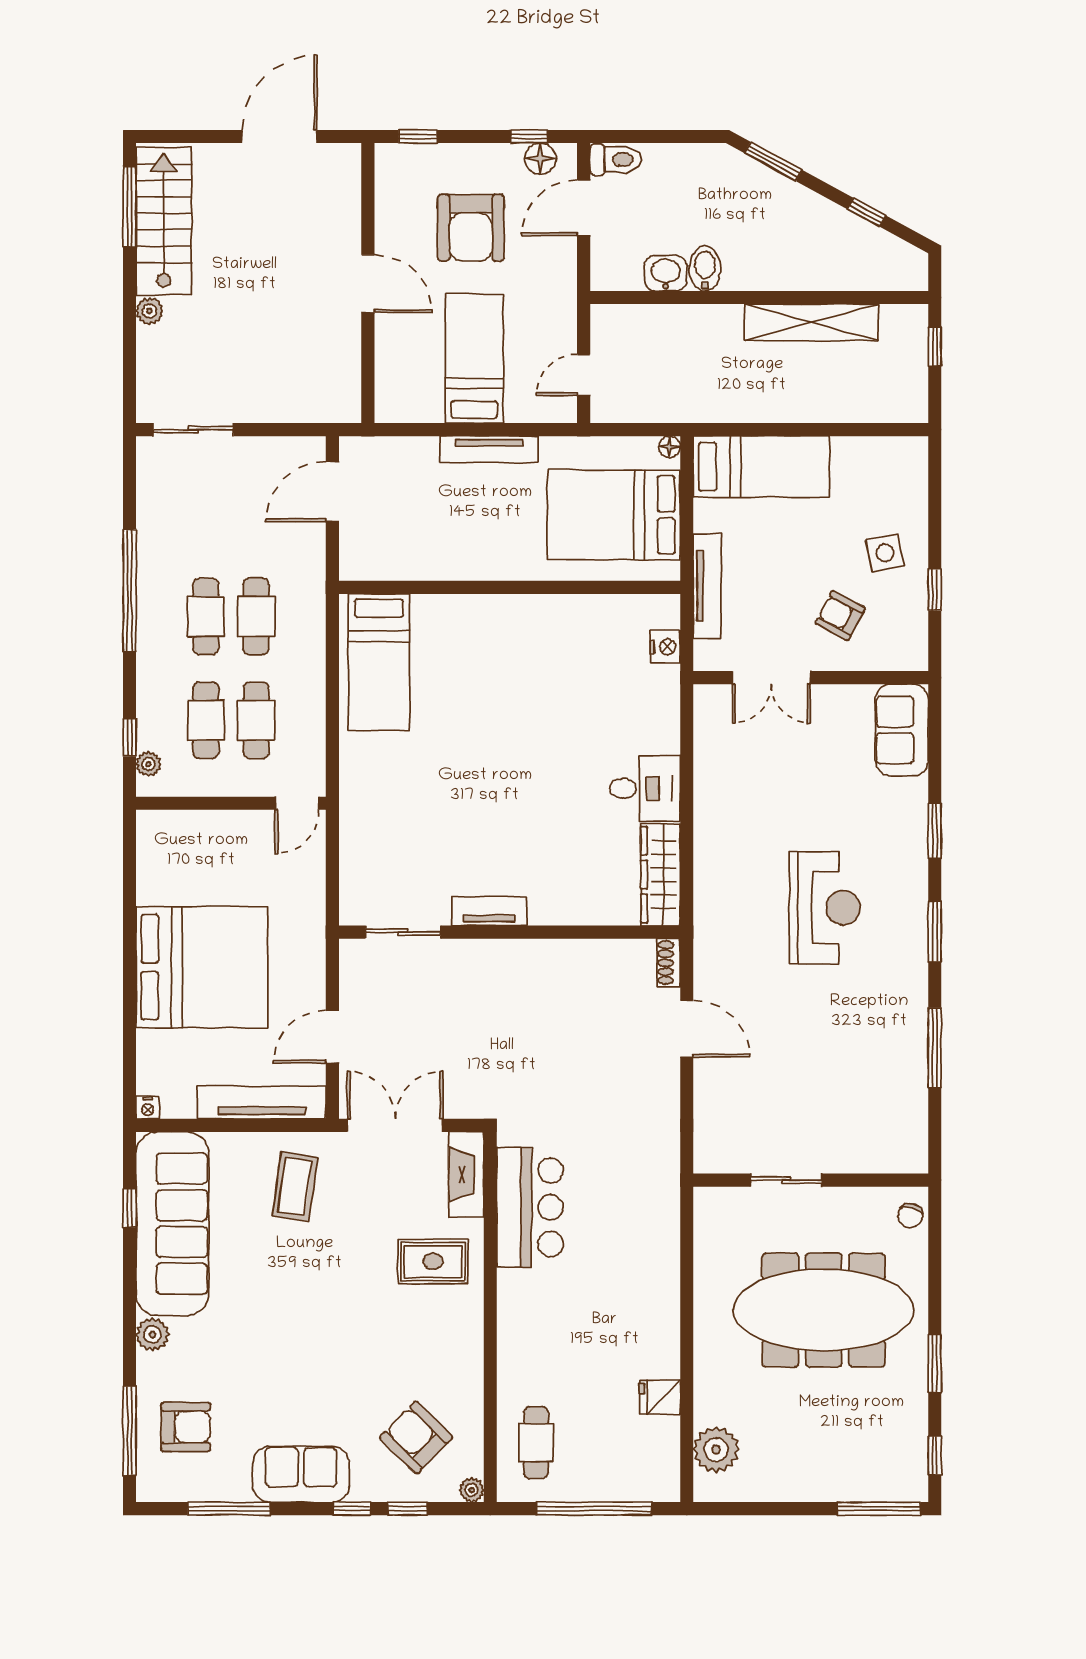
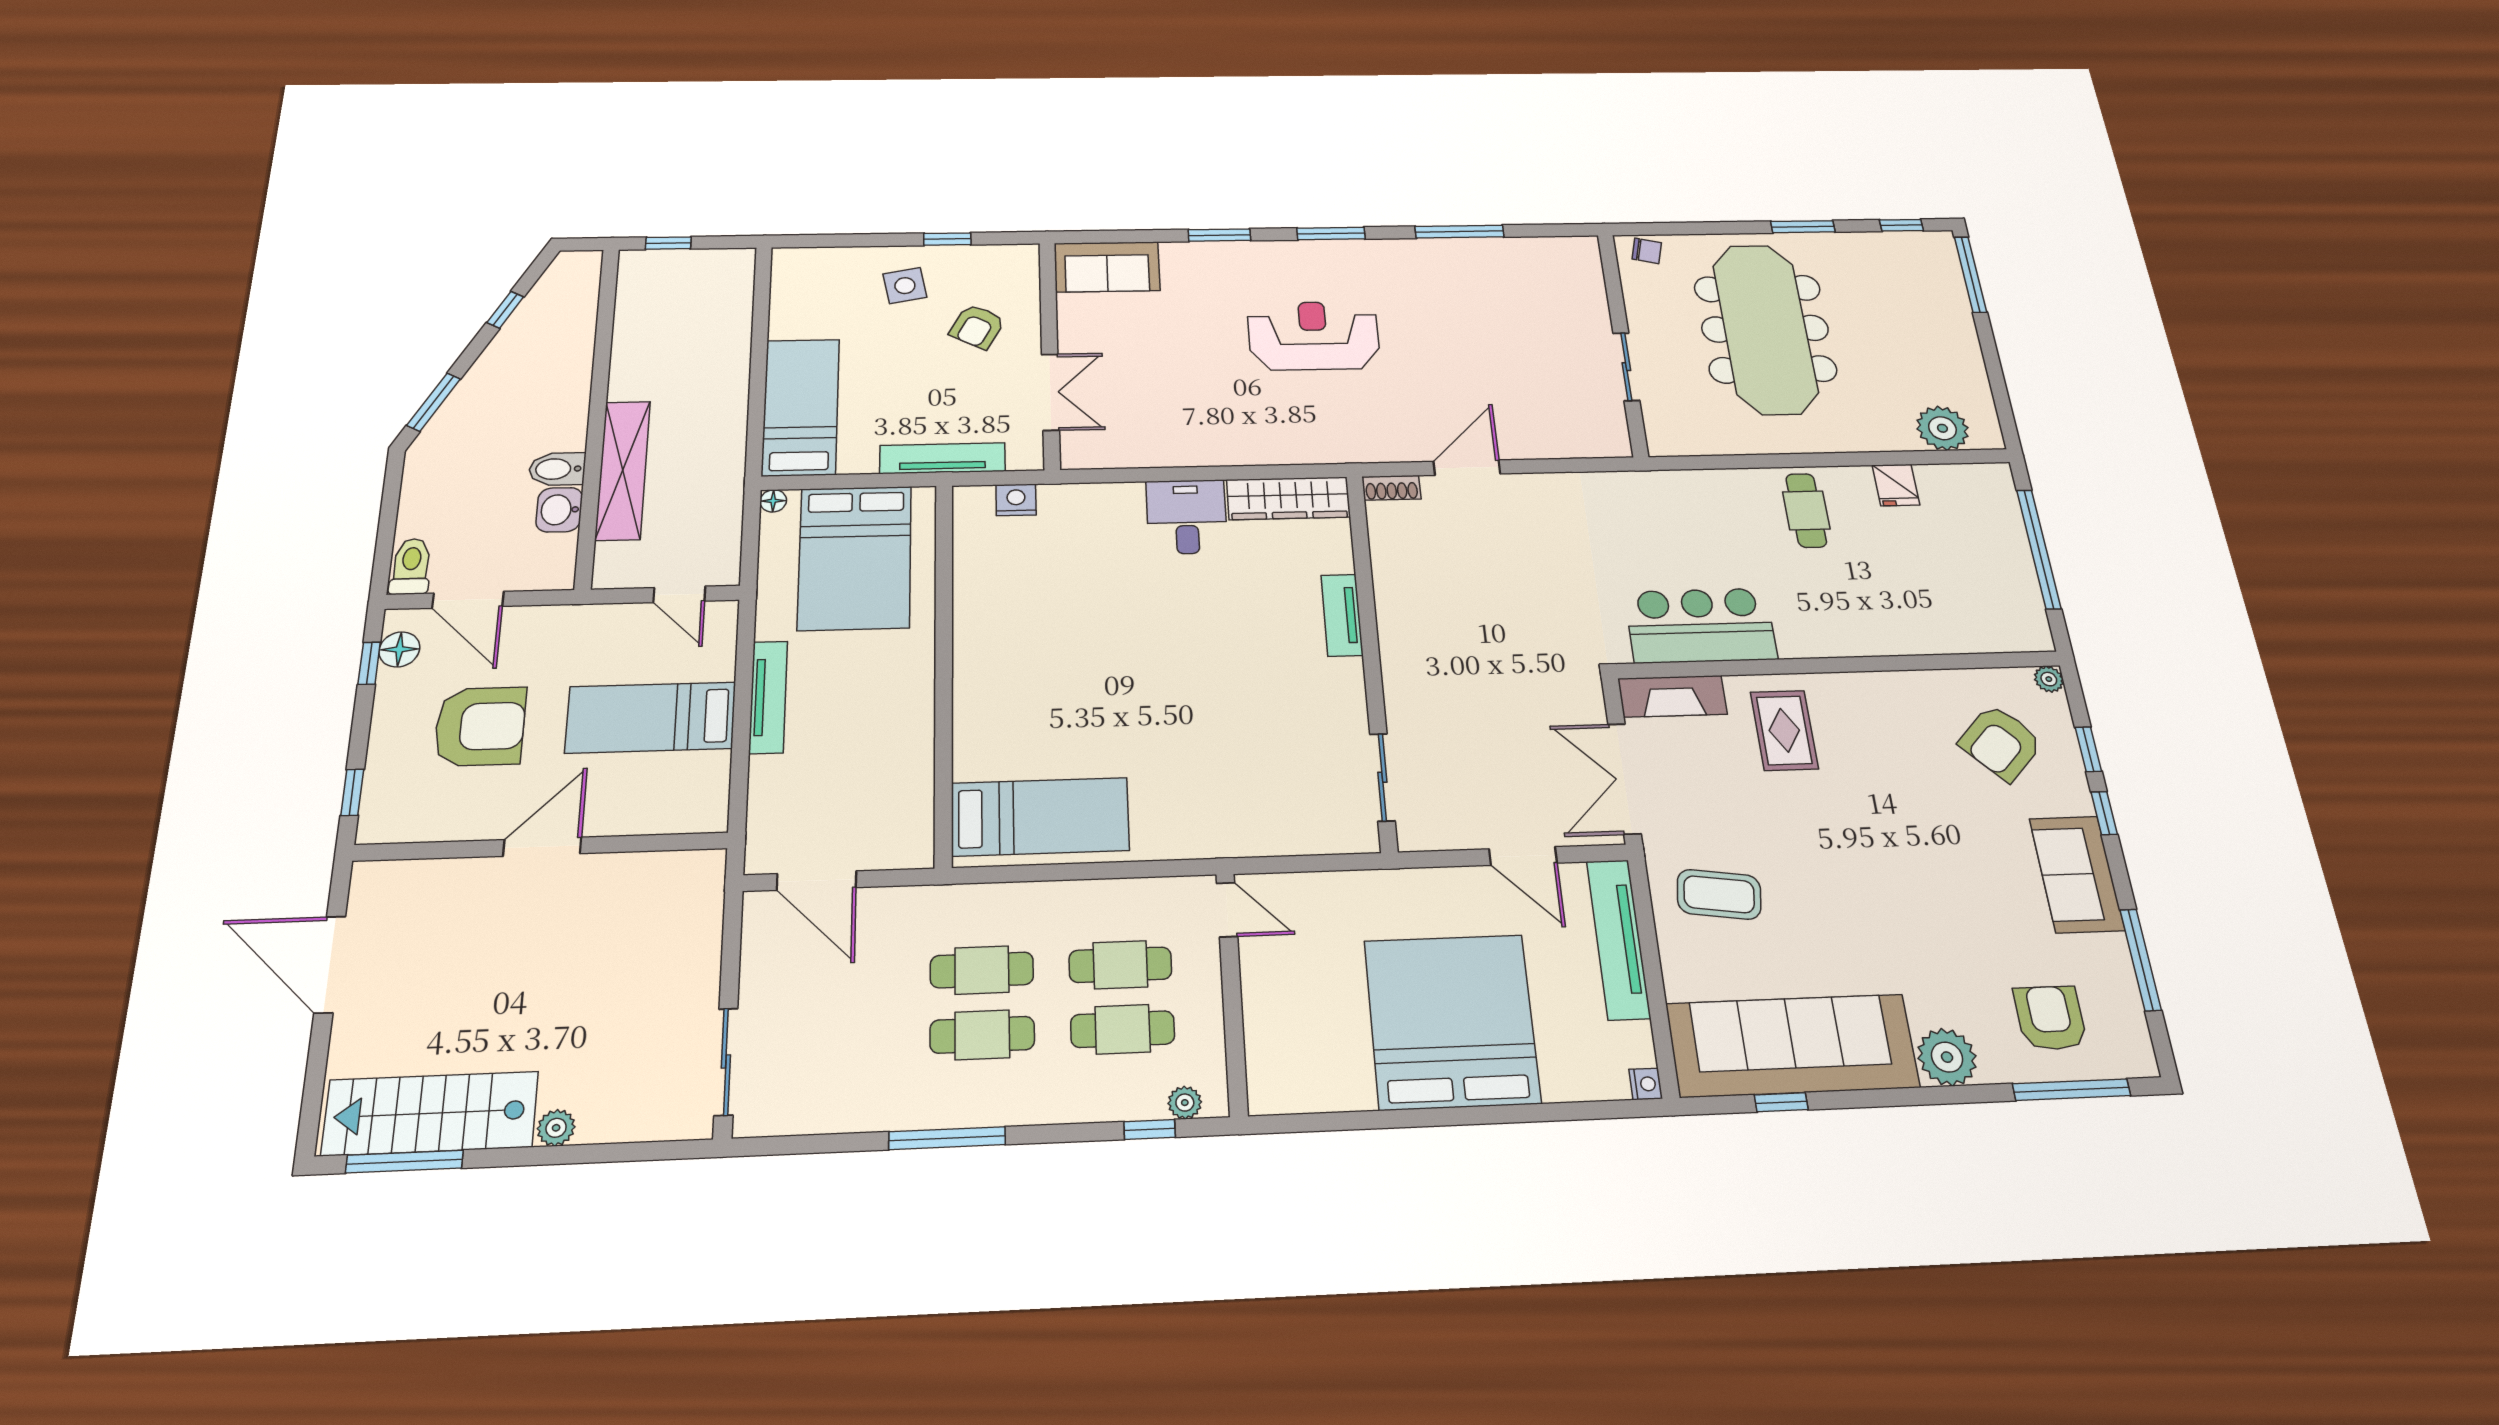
shelving: (812, 322) -> (623, 470), moved
window: (130, 591) -> (947, 1138), width x0.68
tv unit: (489, 911) -> (1342, 615), moved
plant: (152, 1334) -> (1947, 1057), width x1.36, depth x1.36
cafe table: (536, 1443) -> (1806, 510), moved, turned 90

